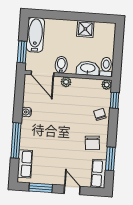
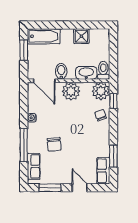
bathtub: (35, 35) -> (44, 36), moved, turned 90
window: (22, 52) -> (24, 50), moved
plant: (66, 82) -> (71, 91), width x1.88, depth x1.88
plant: (107, 85) -> (101, 91), width x1.88, depth x1.88
chair: (92, 143) -> (54, 144), moved

